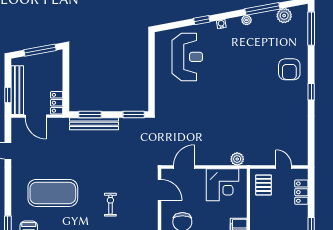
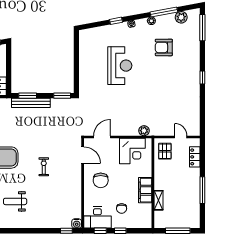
reception desk: (187, 57) -> (120, 66), moved
armchair: (289, 69) -> (164, 47), moved, turned 90

